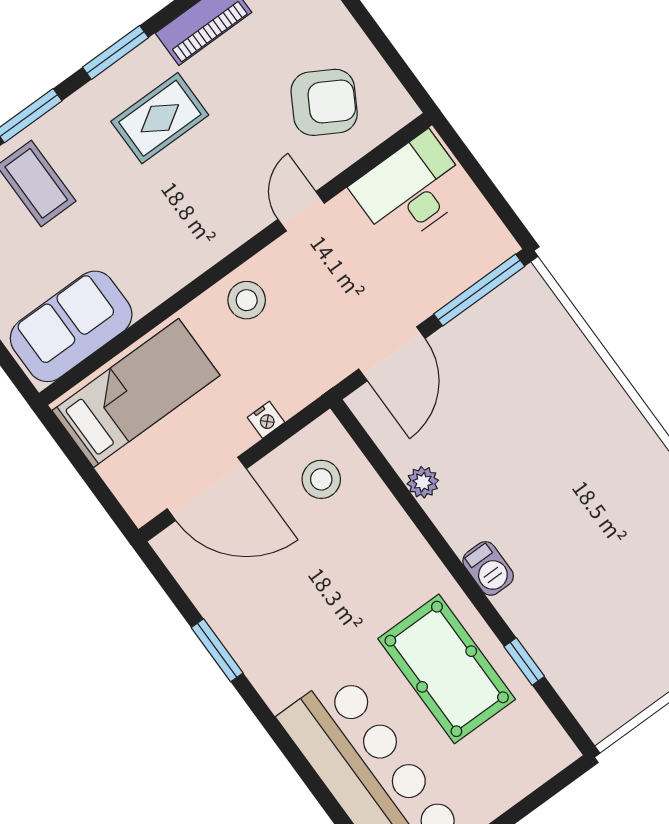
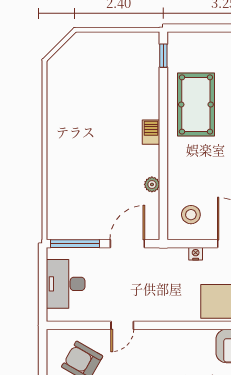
desk: (411, 190) -> (66, 284), moved, turned 90
stool: (247, 300) -> (169, 306), removed
window: (524, 662) -> (163, 56), moved

